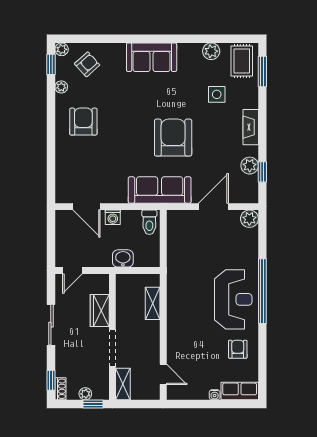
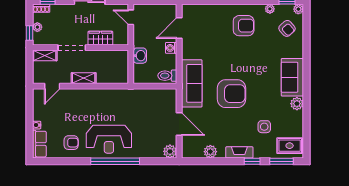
plant: (211, 51) -> (297, 104), moved
window: (262, 172) -> (252, 161), moved
shelving: (153, 303) -> (84, 78), moved

